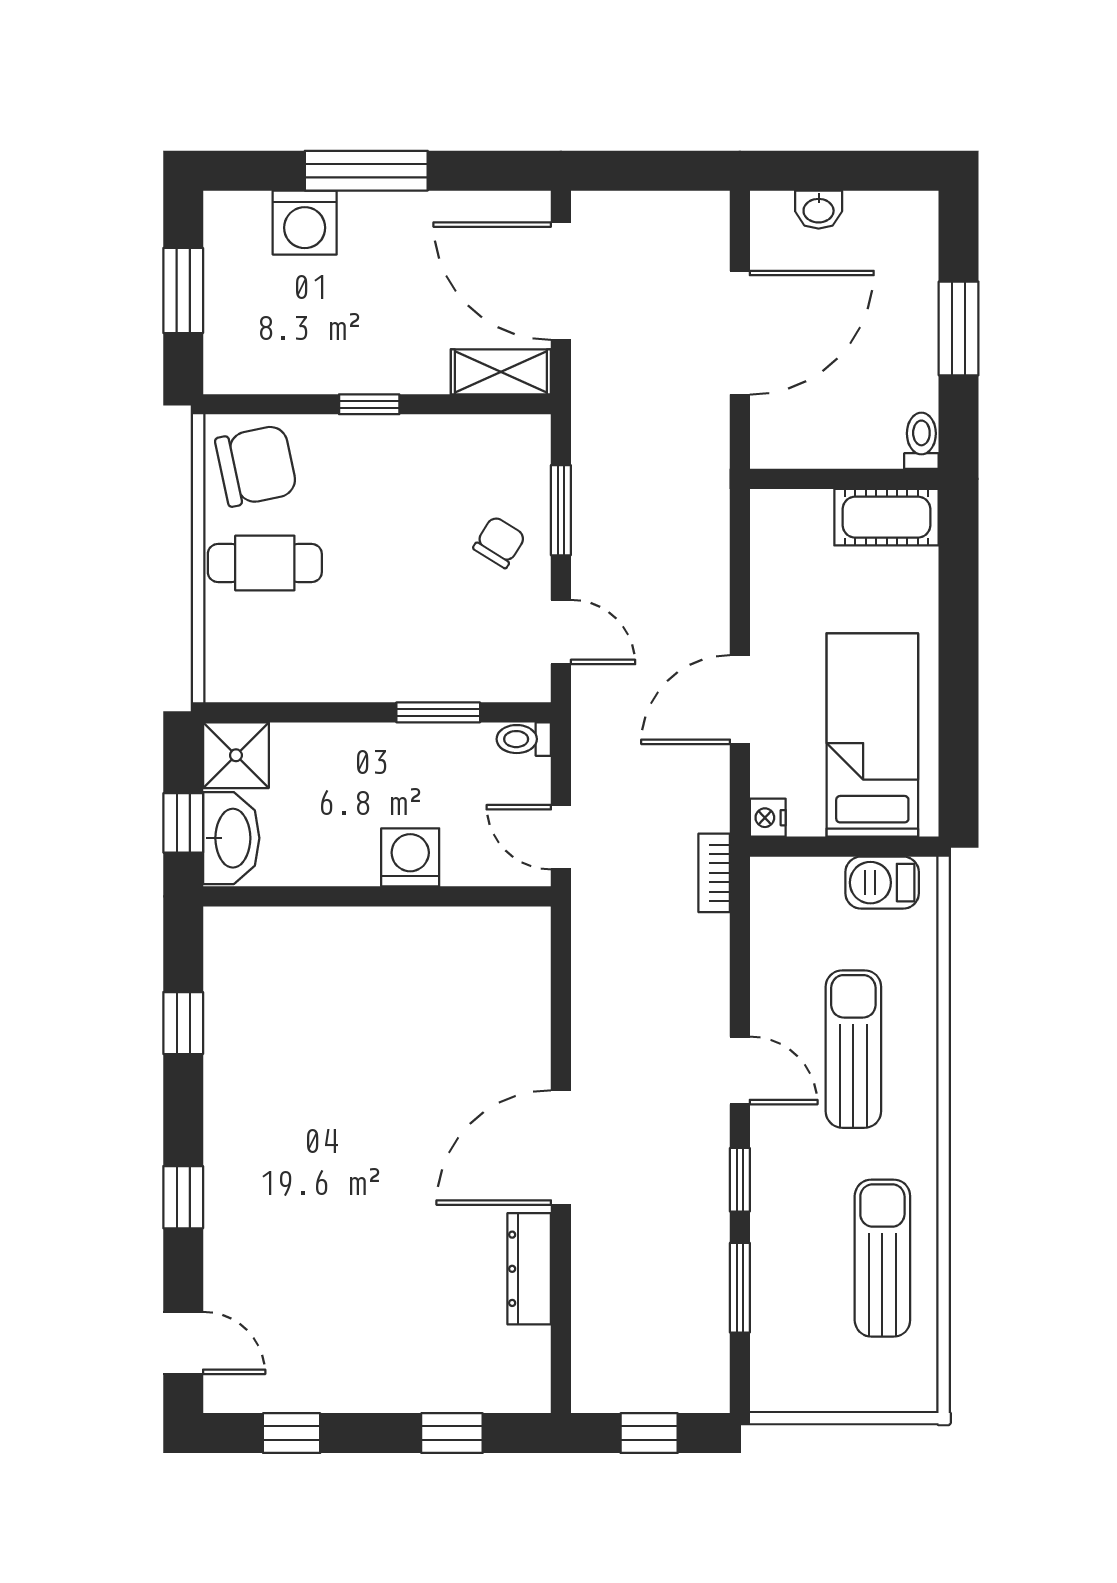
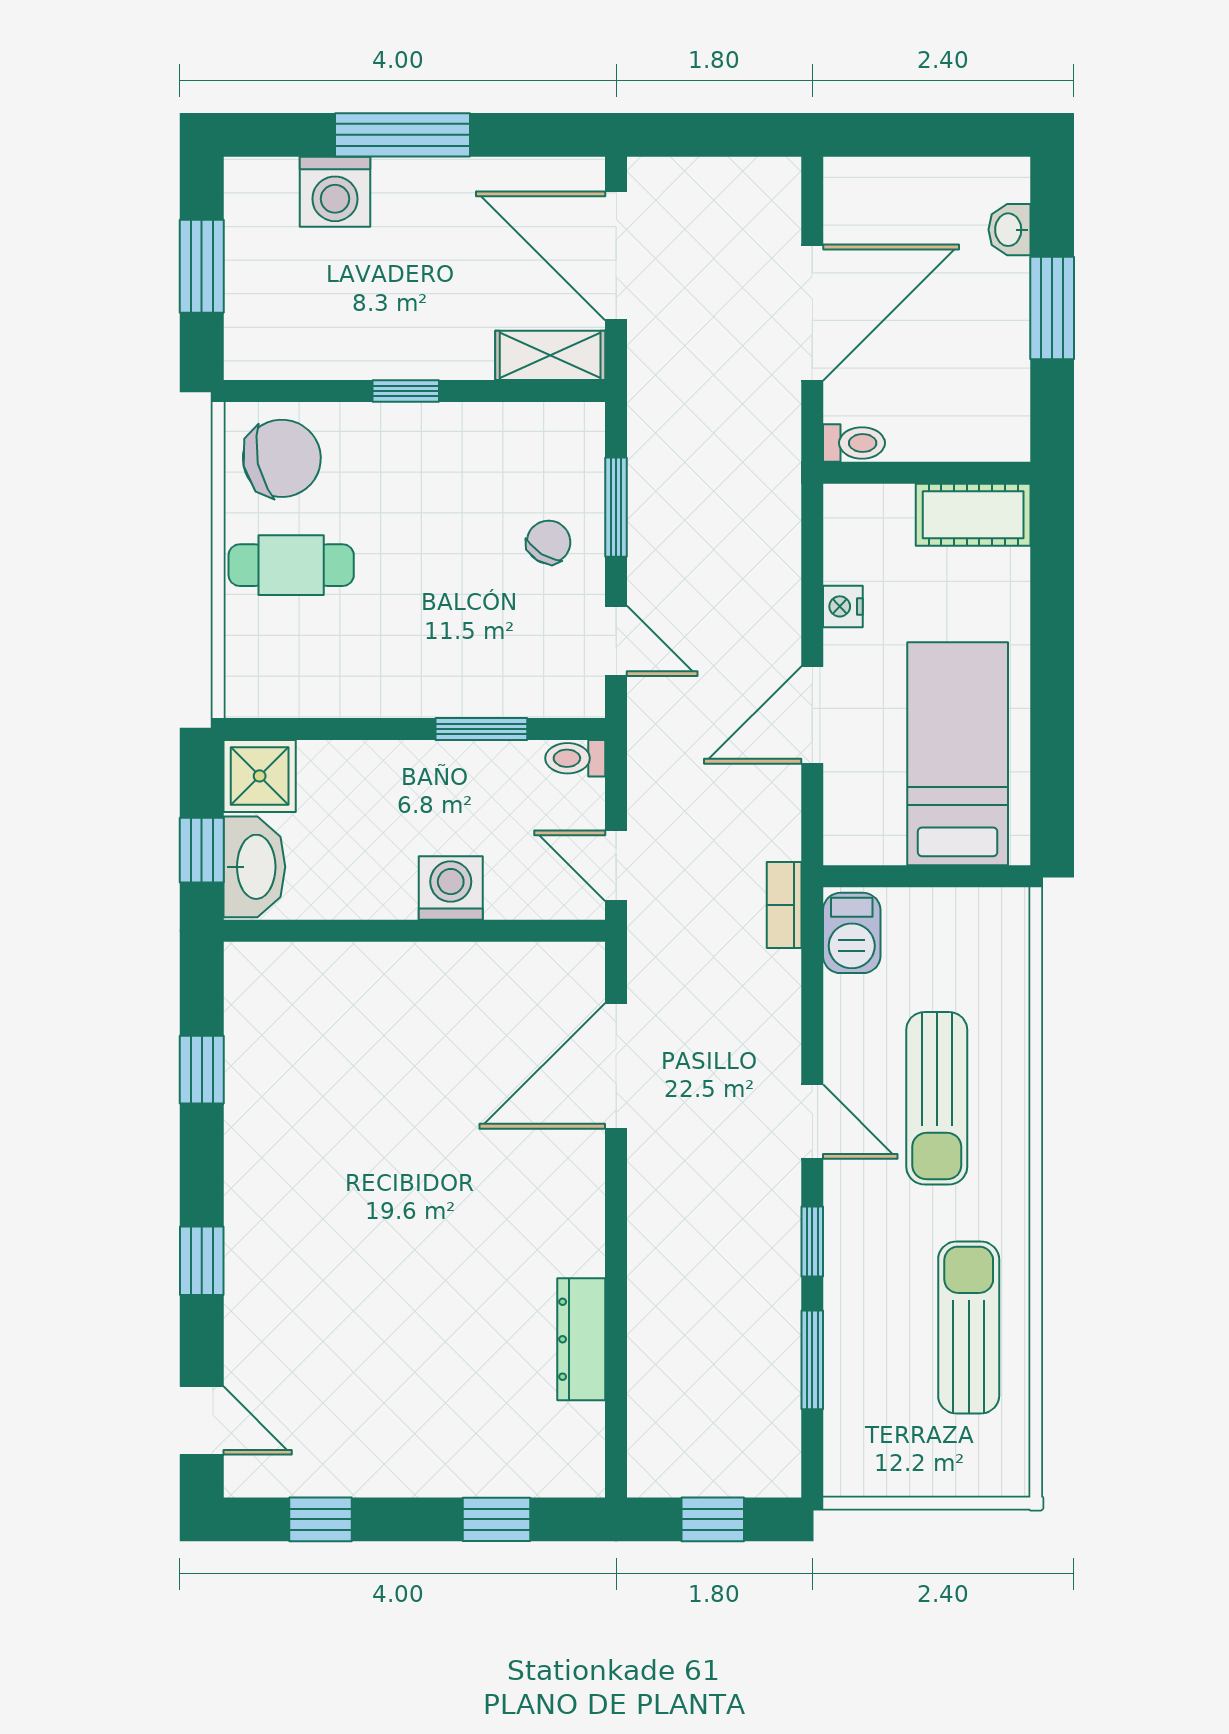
washbasin: (819, 210) -> (1009, 230), moved, turned 90
toilet: (921, 441) -> (854, 443), moved, turned 90
nightstand: (768, 818) -> (843, 606), moved
barbecue: (882, 883) -> (852, 933), moved, turned -90
sun lounger: (853, 1049) -> (937, 1098), turned 180
door: (561, 1148) -> (616, 1066), moved

